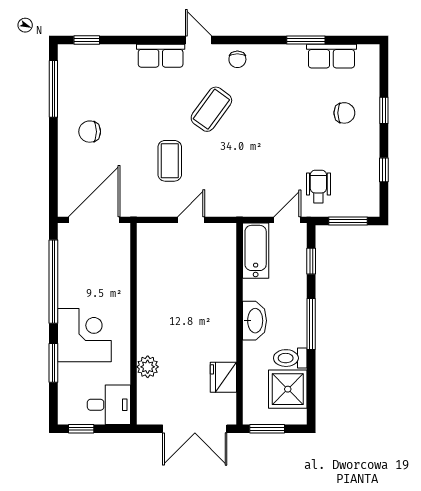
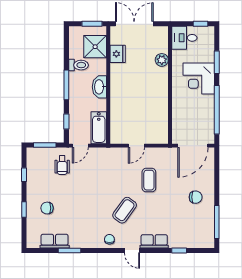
window: (87, 40) -> (179, 251), moved
shower: (288, 389) -> (95, 47), moved

